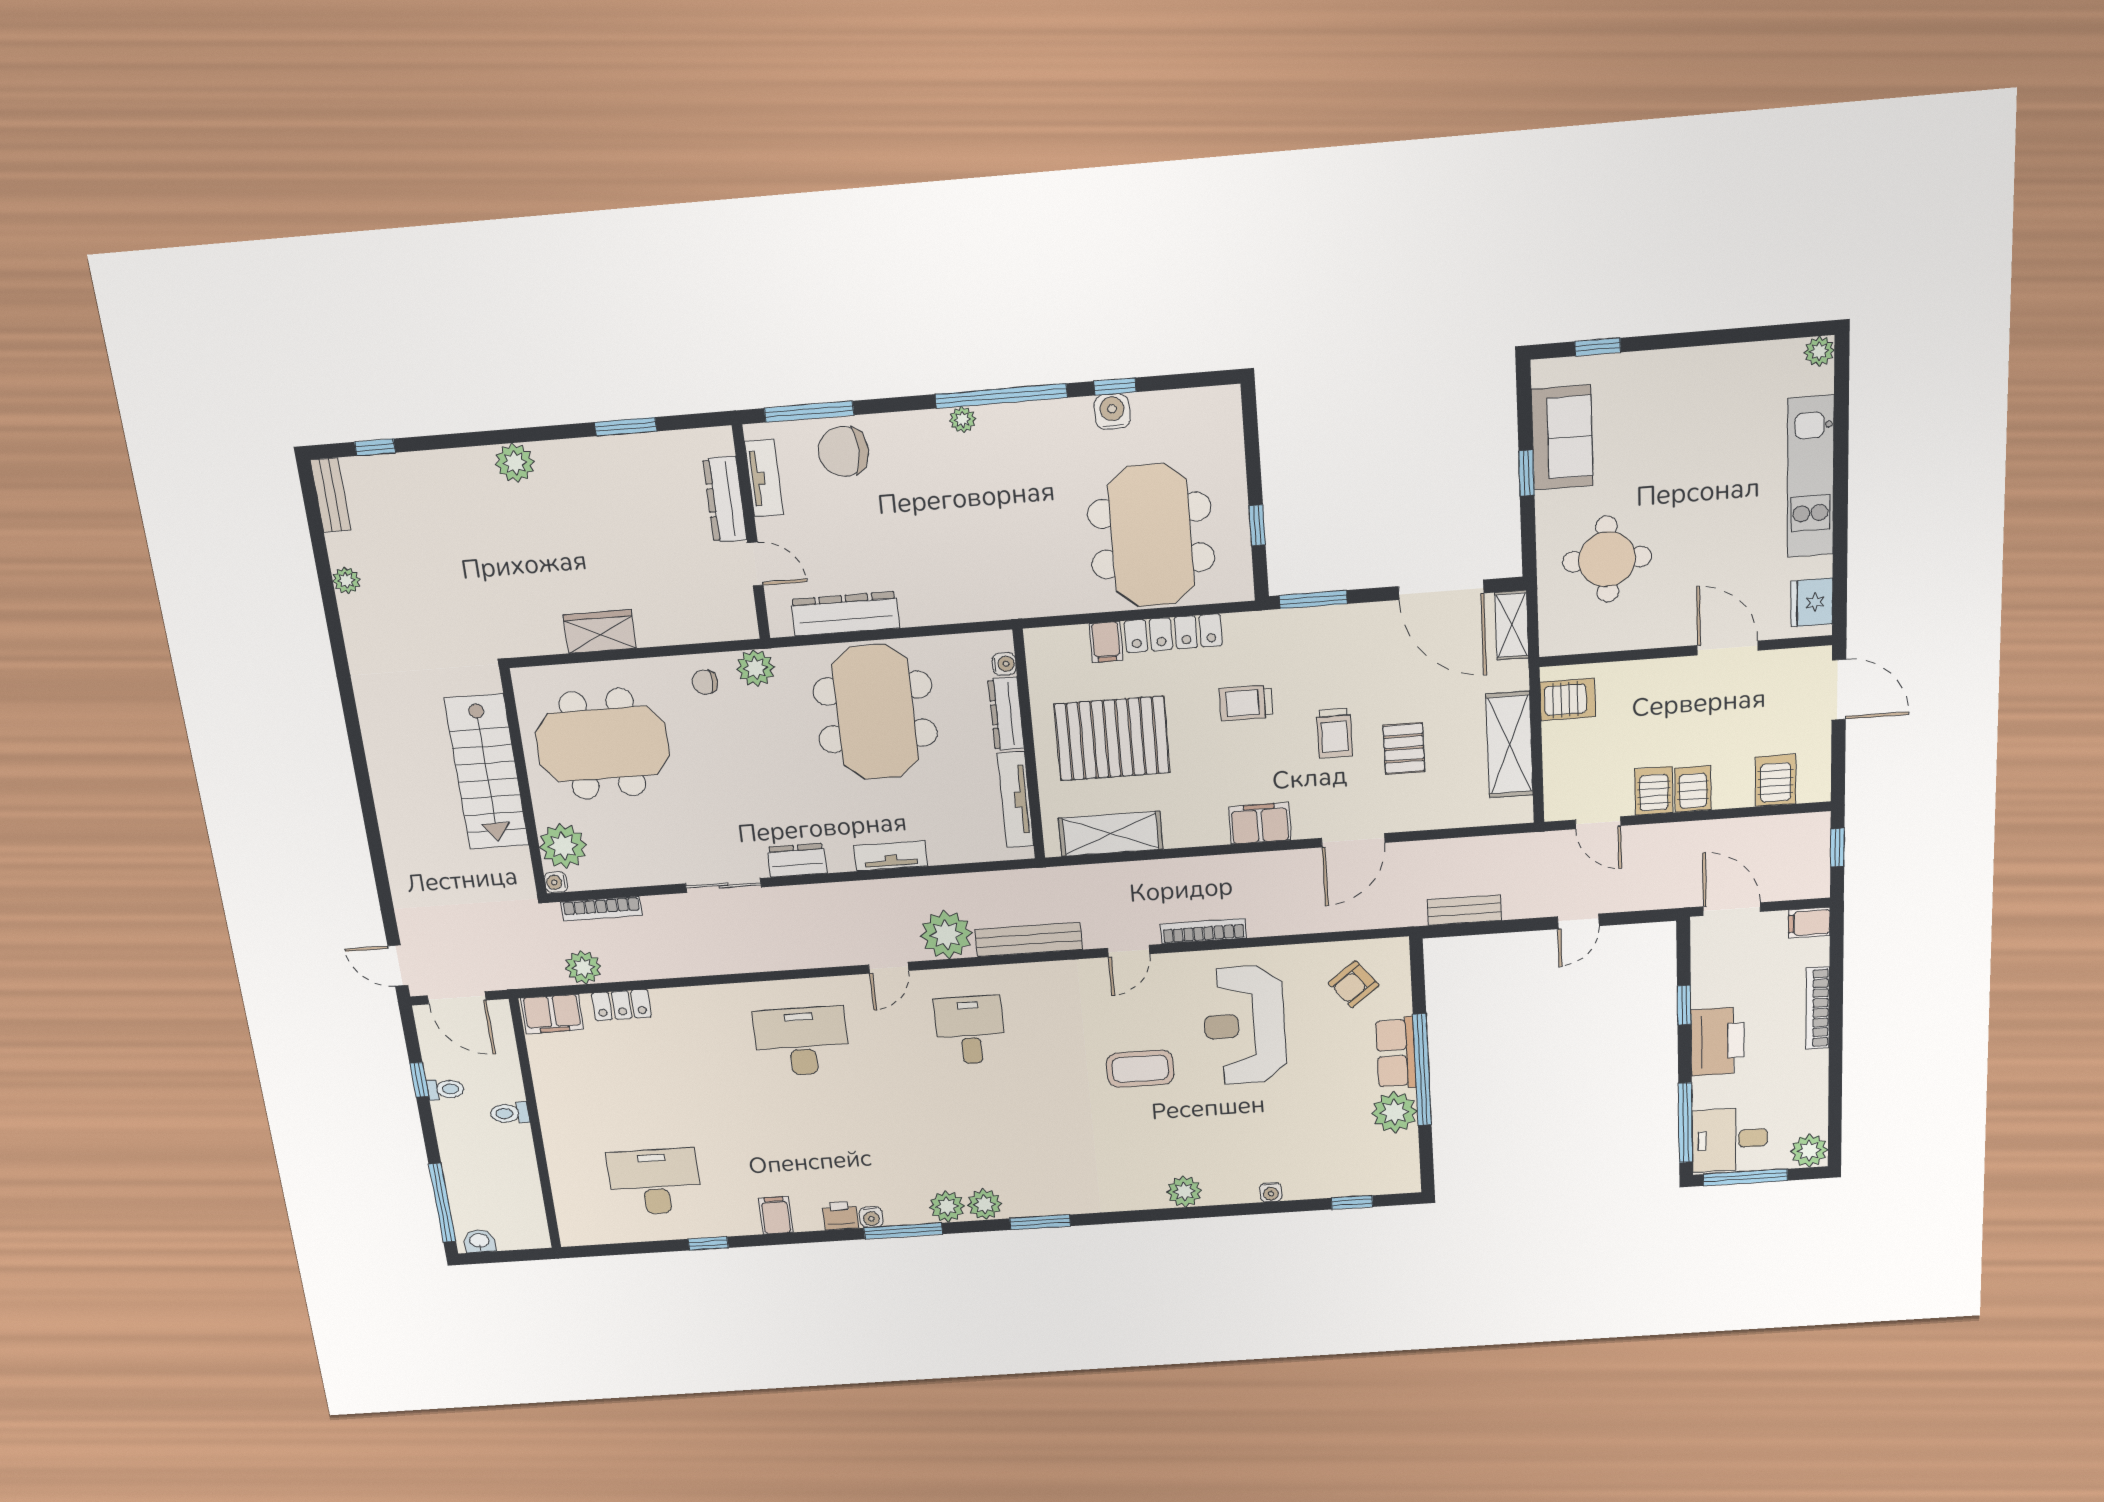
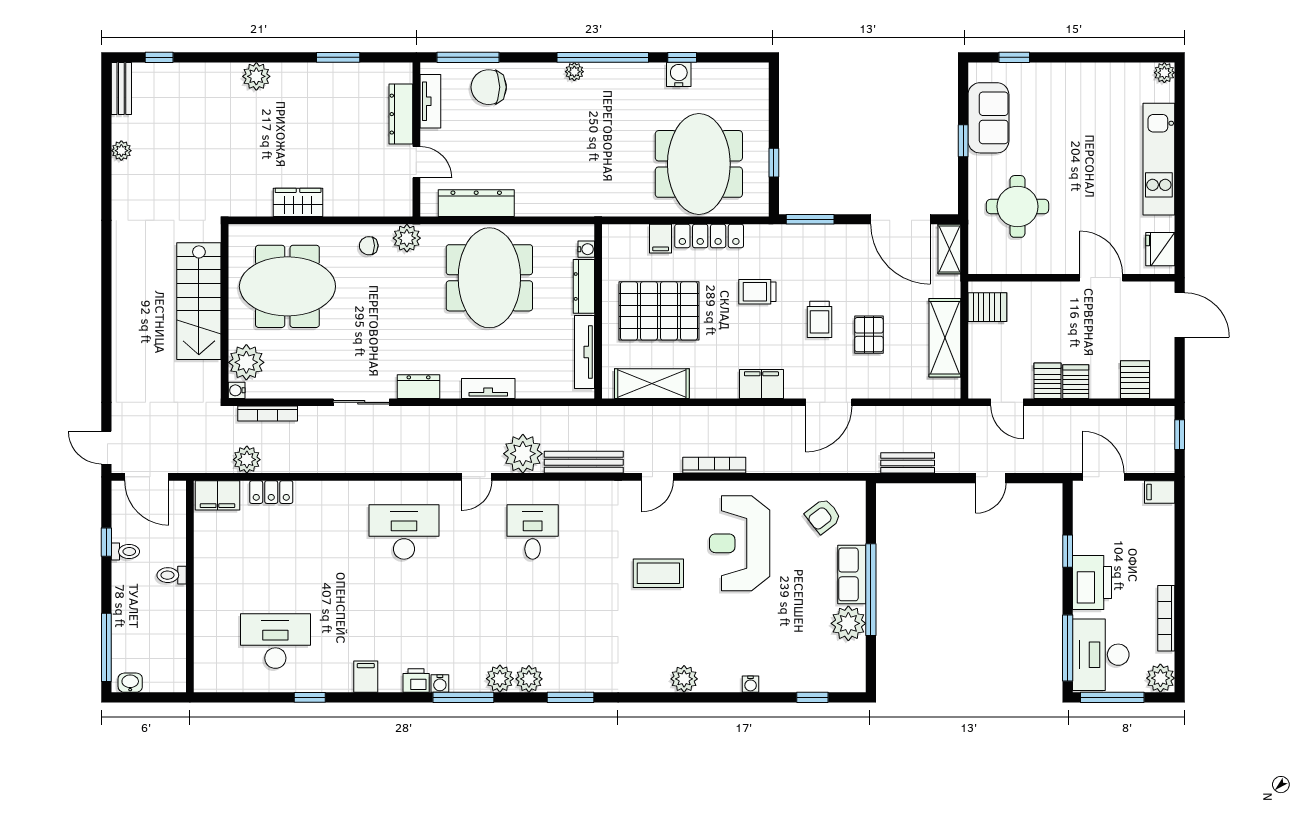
bookcase: (1818, 1008) -> (1166, 618), moved
desk: (1730, 1139) -> (1101, 655), width x1.37

